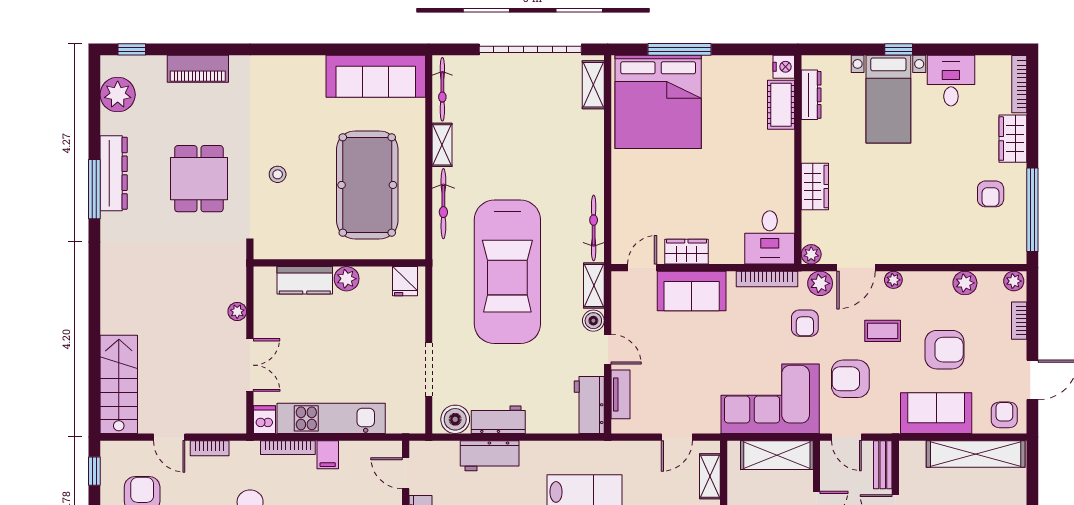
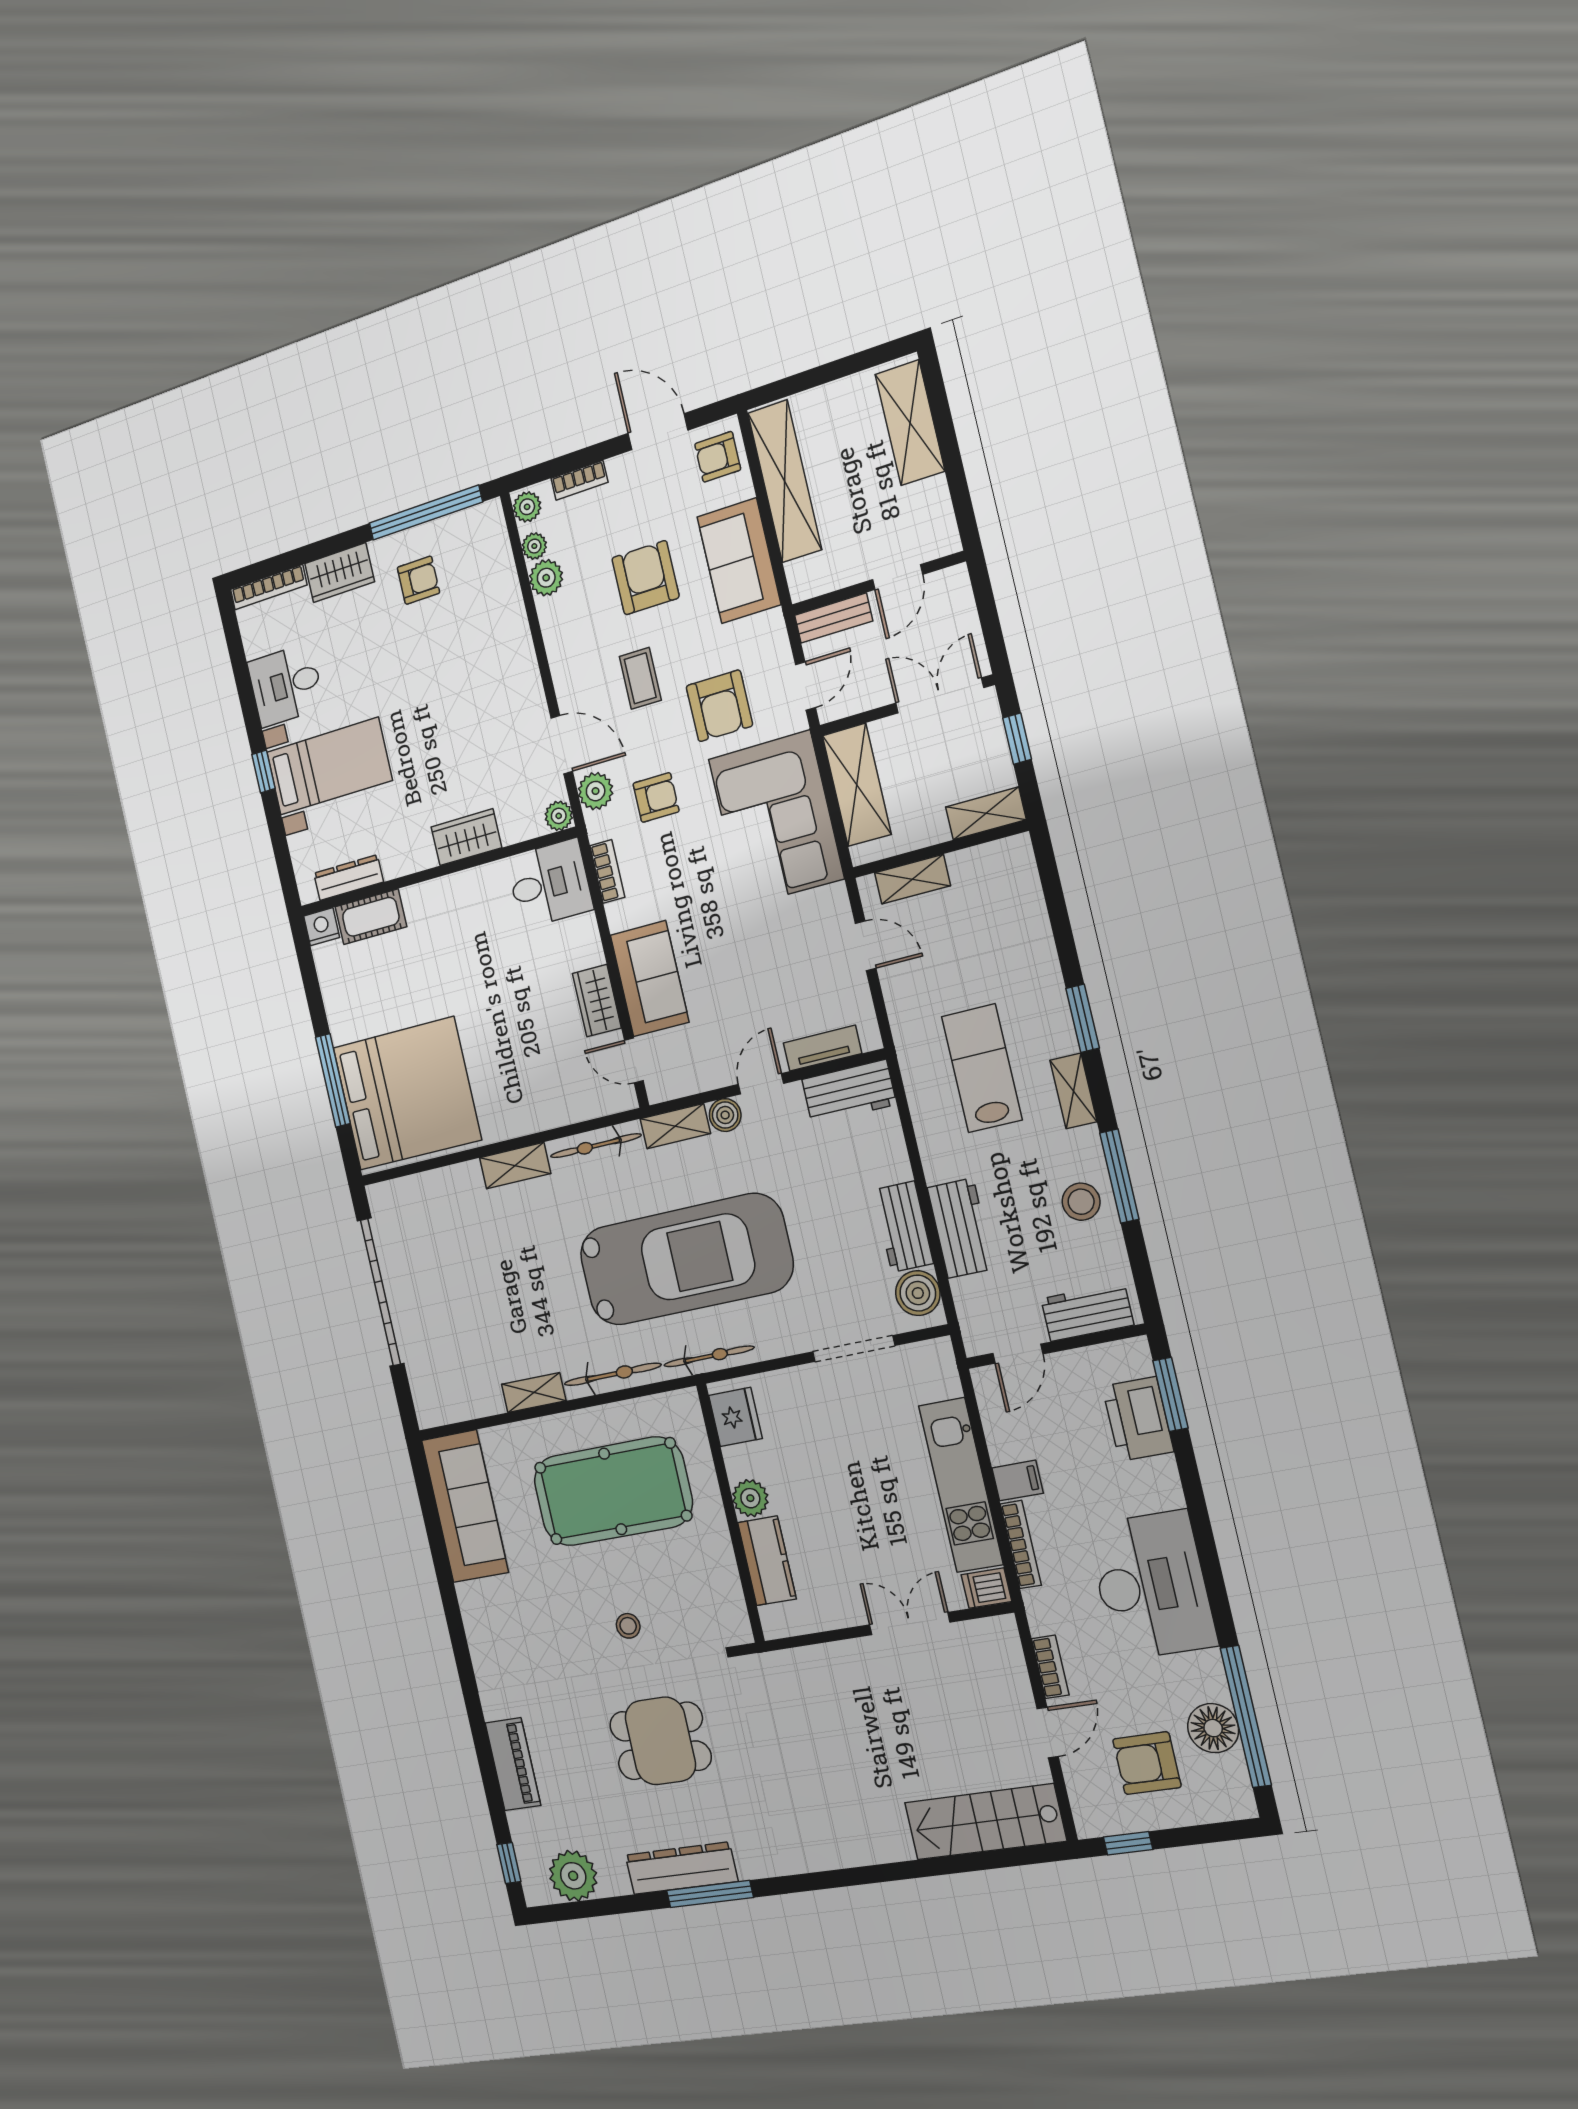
shelving: (593, 85) -> (515, 1166), moved
bicycle: (442, 89) -> (709, 1356), moved
bookcase: (767, 279) -> (607, 871), width x0.64
plant: (893, 280) -> (534, 546), moved
fridge: (405, 281) -> (735, 1417), width x1.38
plant: (237, 312) -> (835, 1655), removed

